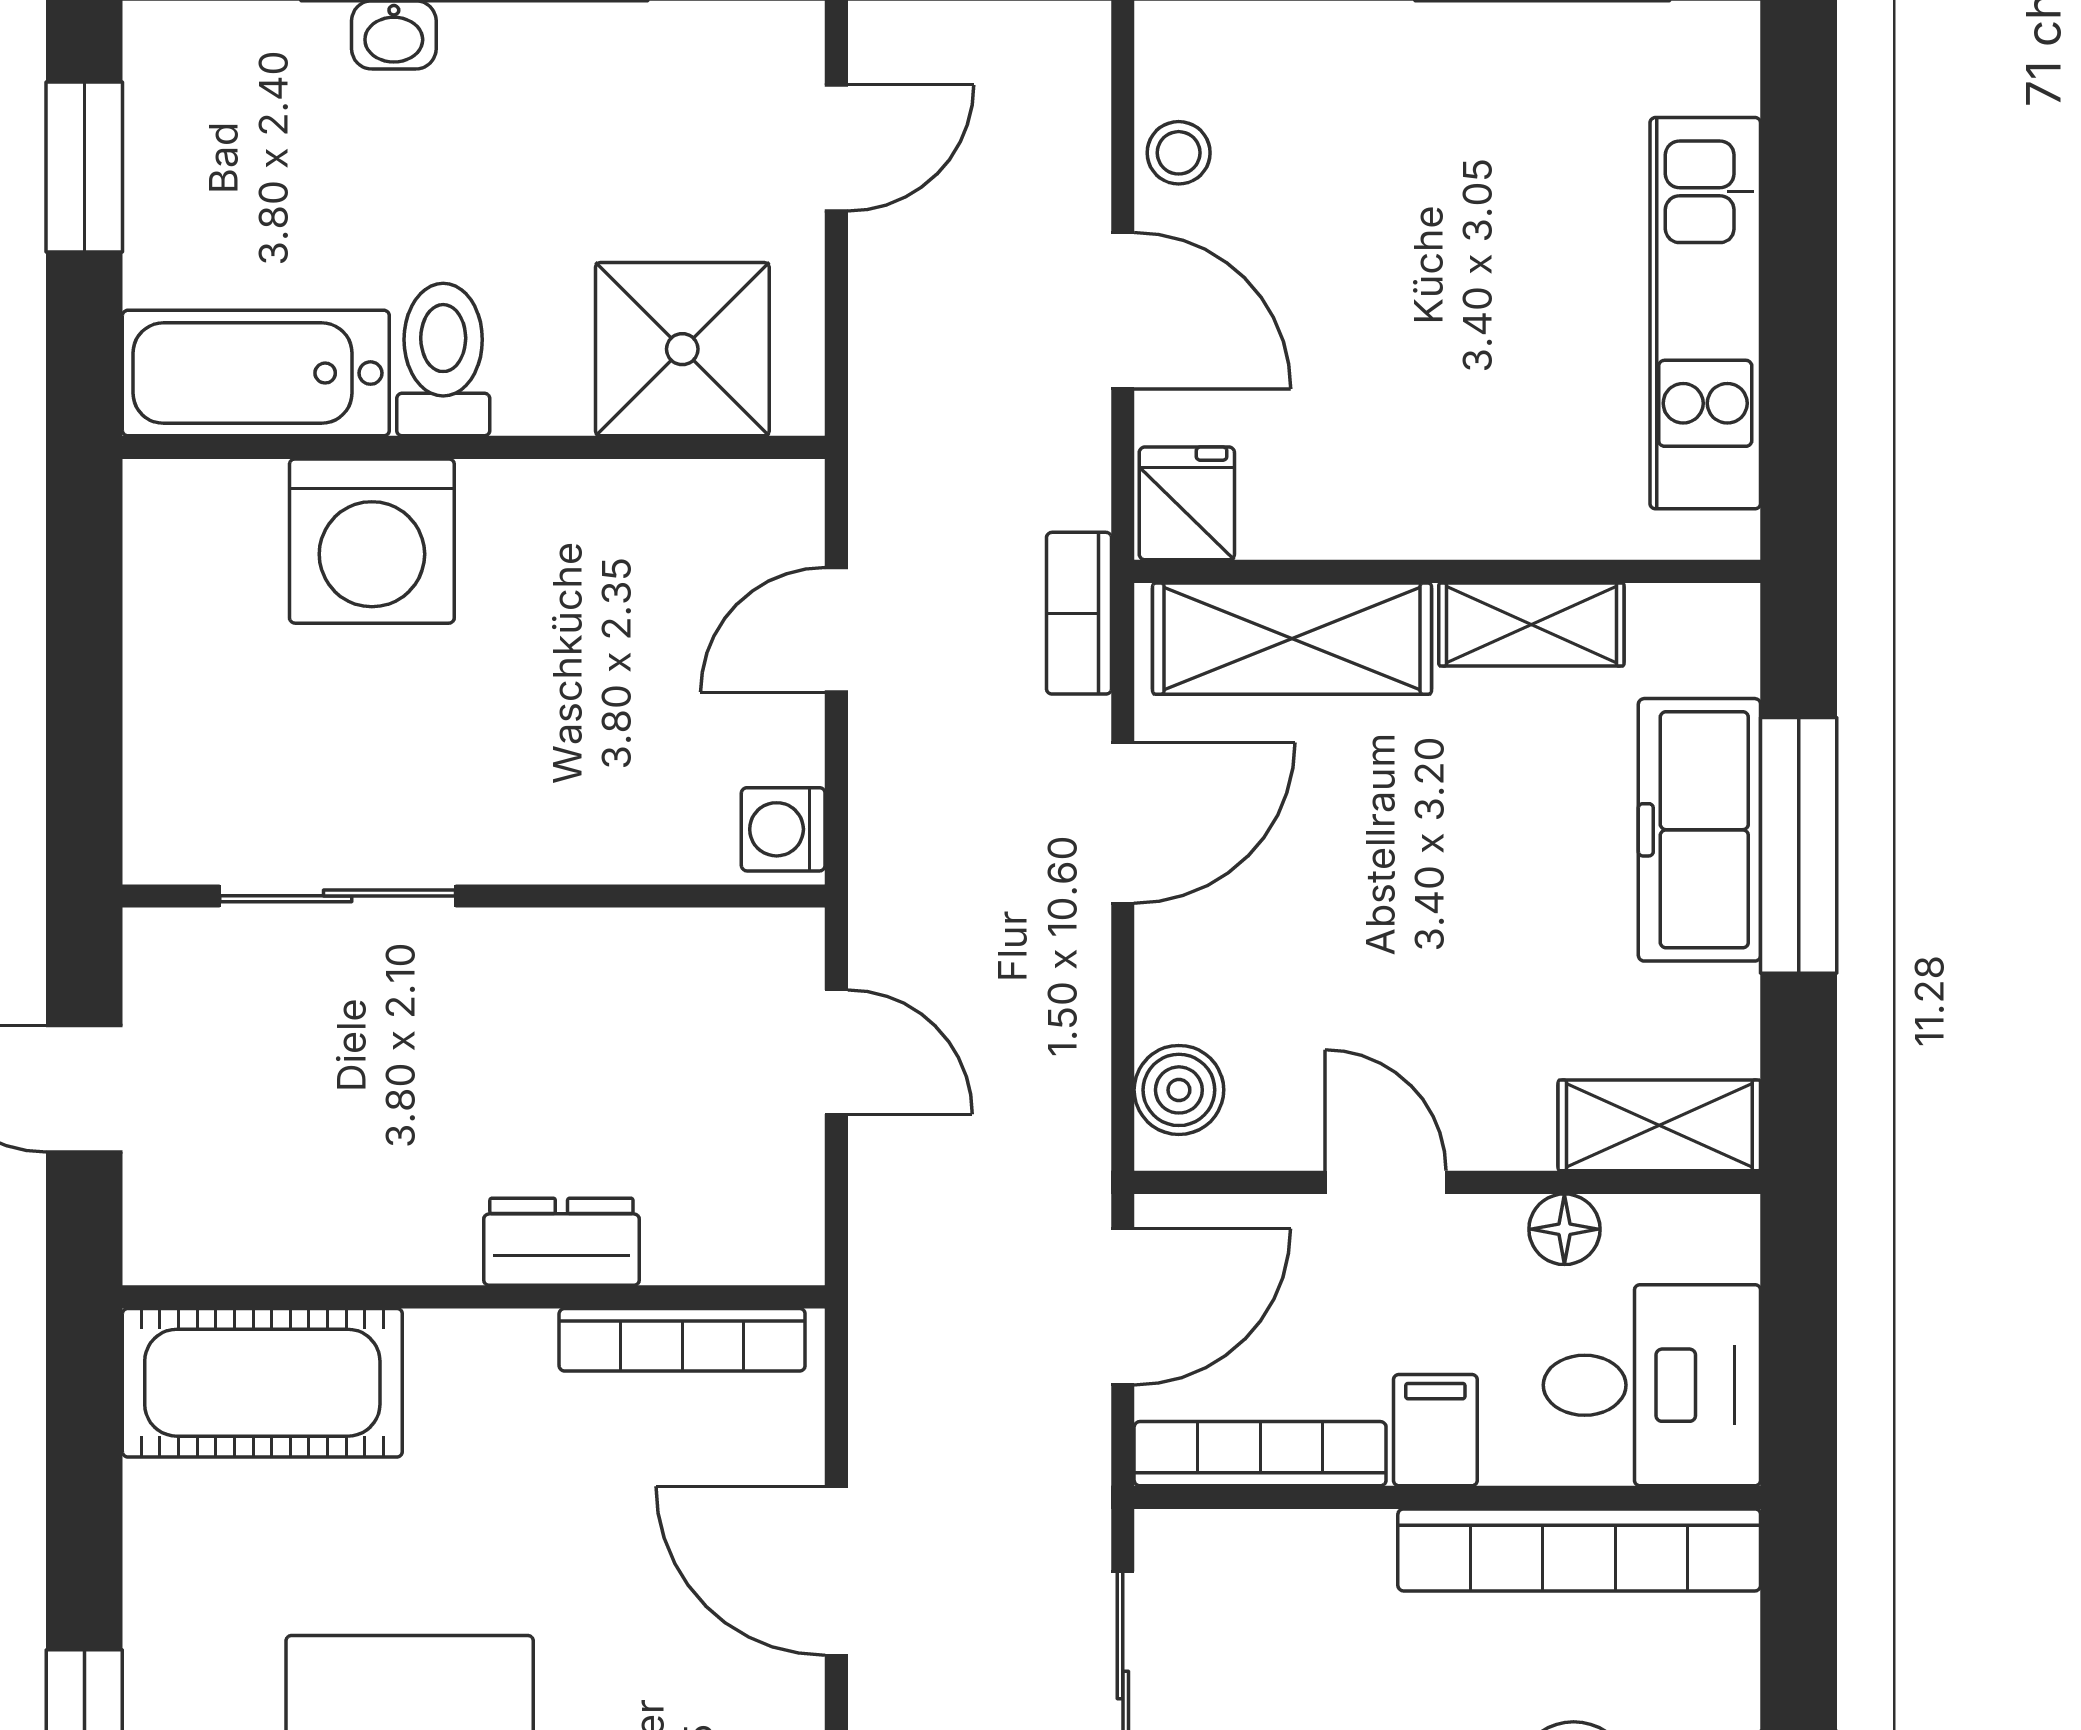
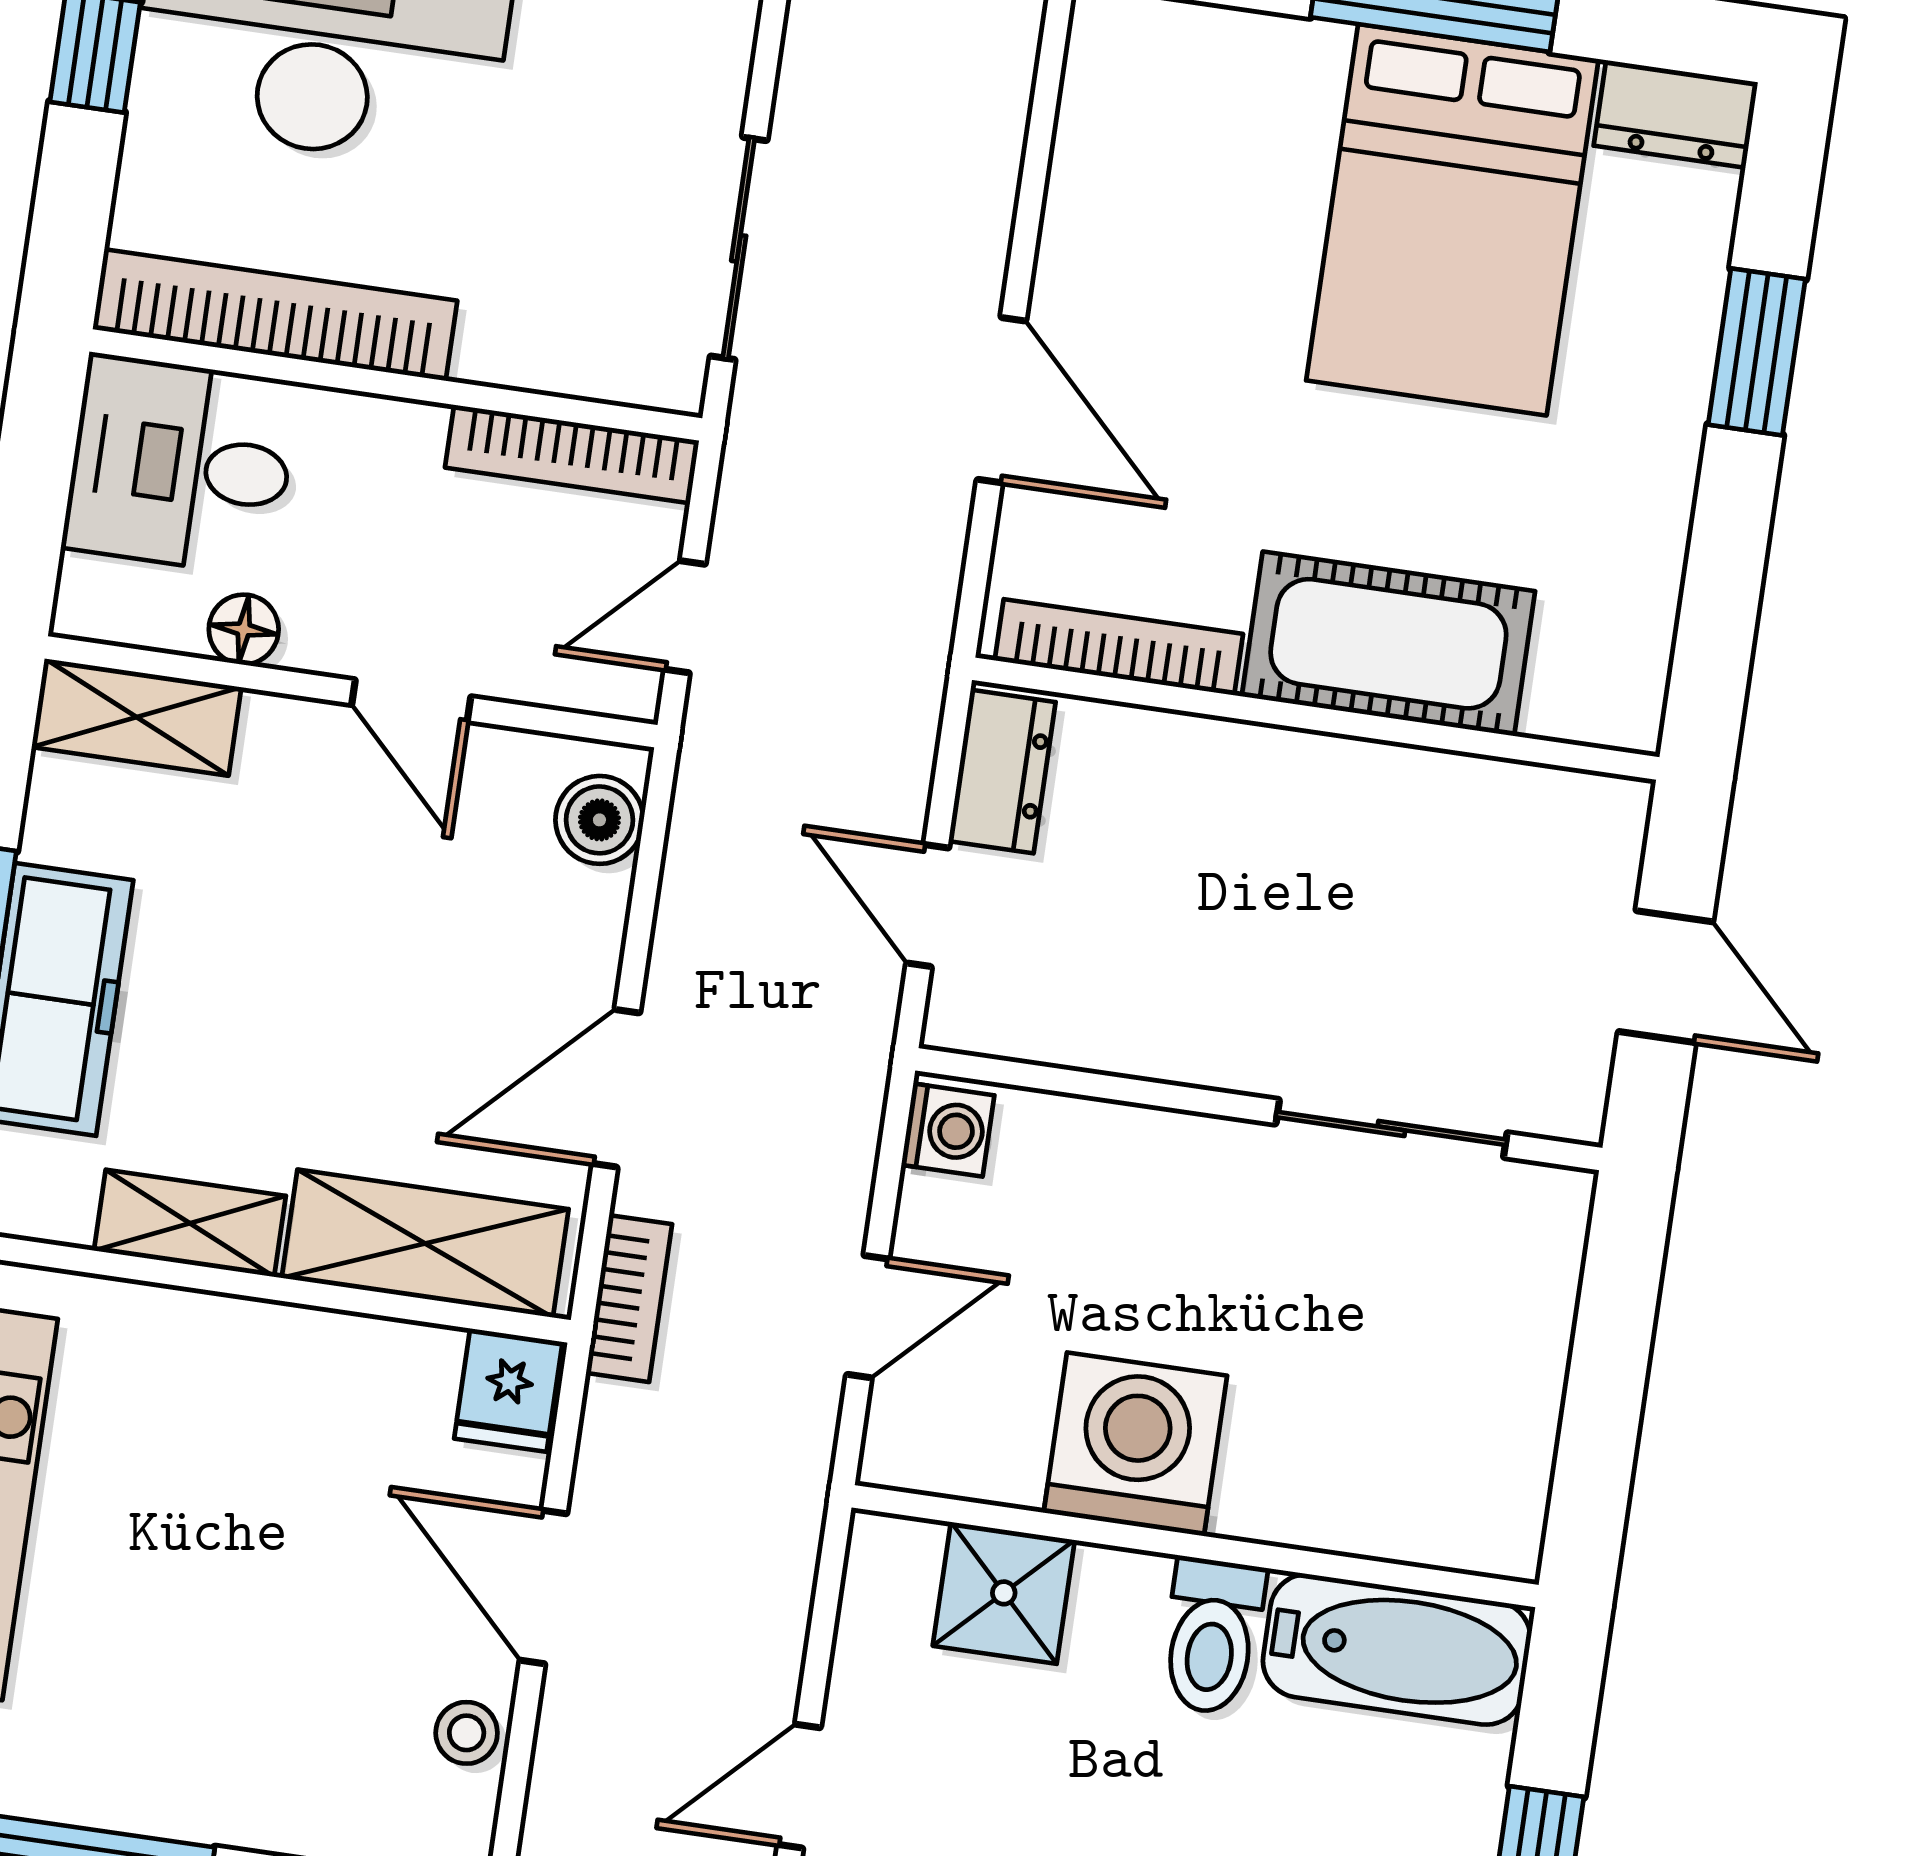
shower: (682, 349) -> (1004, 1593), width x0.73, depth x0.73
washing machine: (372, 541) -> (1135, 1444), moved
dresser: (561, 1242) -> (1002, 772), moved, turned -90
door: (1123, 1307) -> (685, 617), width x0.73
cot: (262, 1383) -> (1388, 644), moved
filing cabinet: (1435, 1430) -> (398, 452), removed

